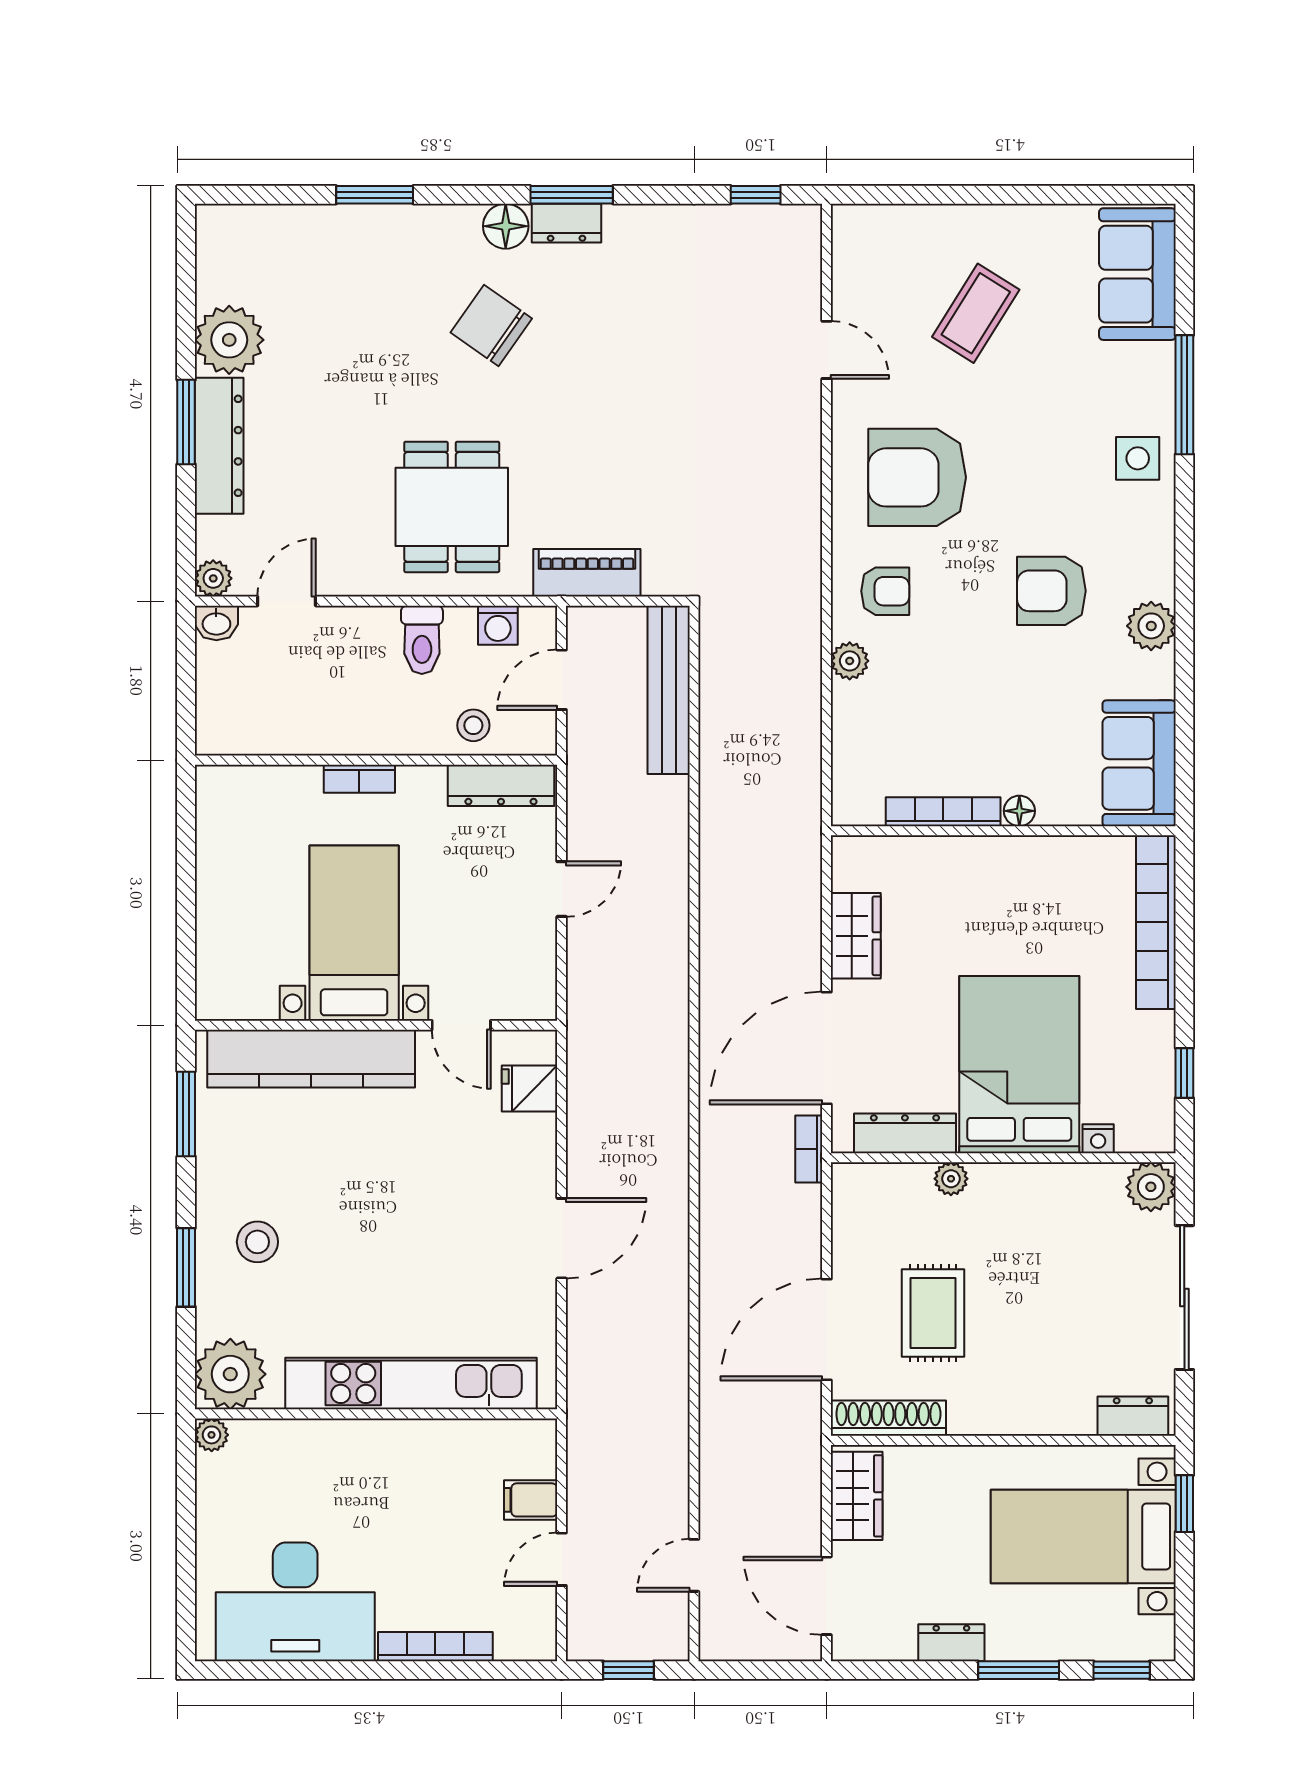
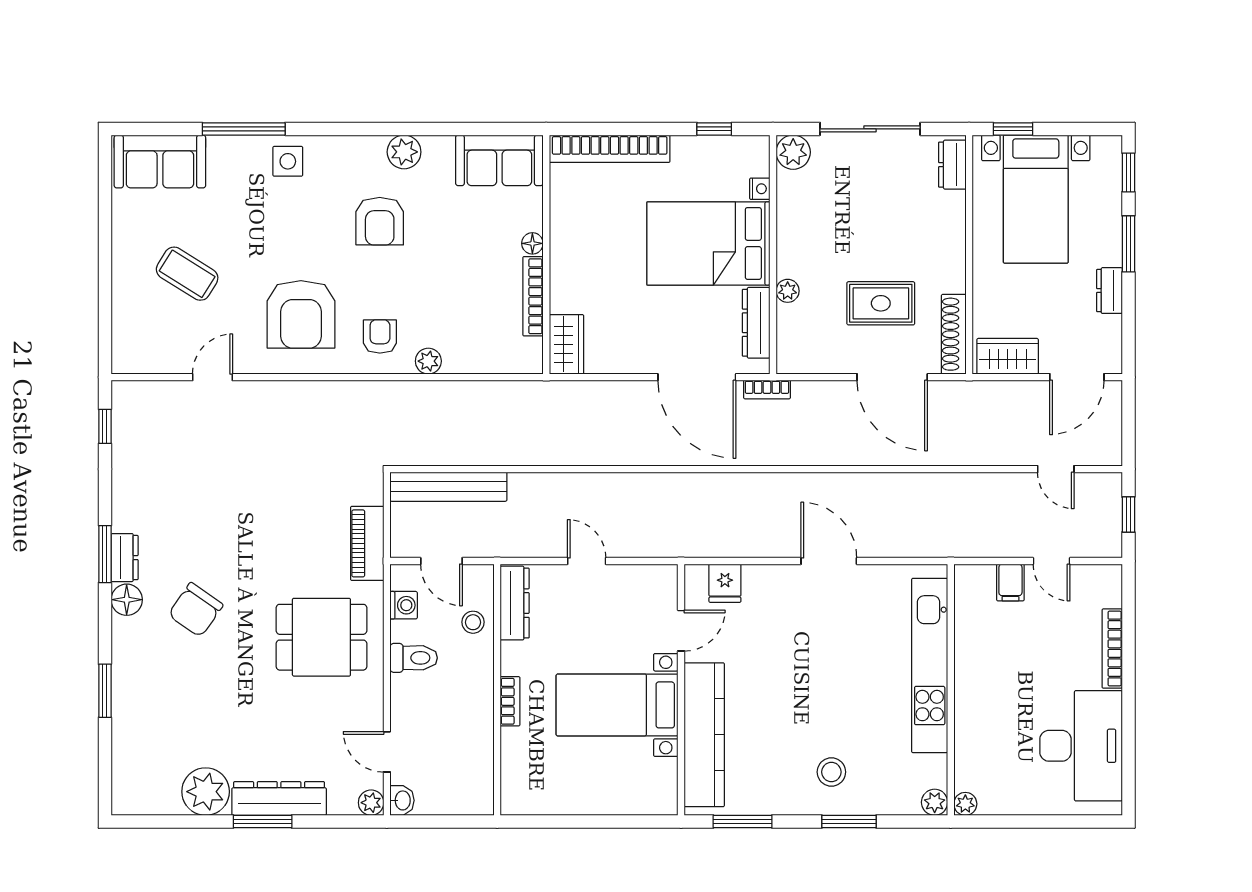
wardrobe: (856, 936) -> (567, 344), moved, turned 90
plant: (230, 1374) -> (935, 802), width x0.53, depth x0.53

